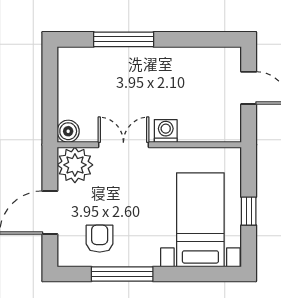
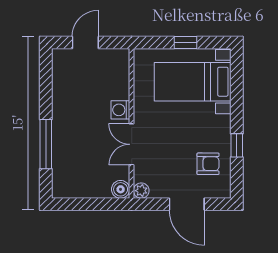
plant: (75, 165) -> (141, 191), width x0.53, depth x0.53
armchair: (100, 239) -> (208, 164), turned 180
window: (122, 274) -> (237, 145), width x0.46

